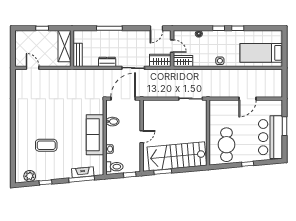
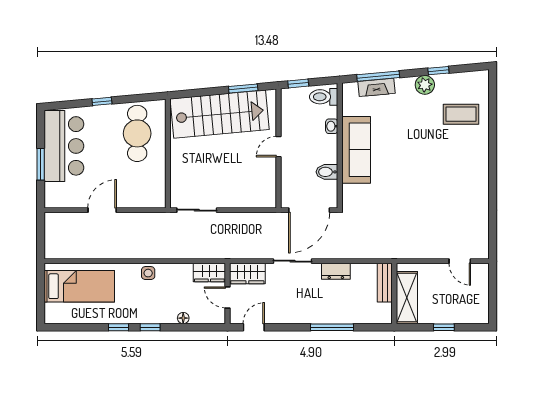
coffee table: (46, 145) -> (461, 114), moved
plant: (30, 176) -> (425, 85), moved

